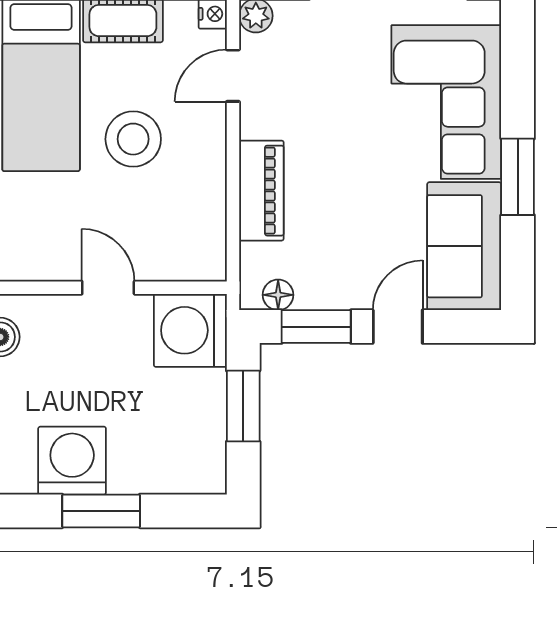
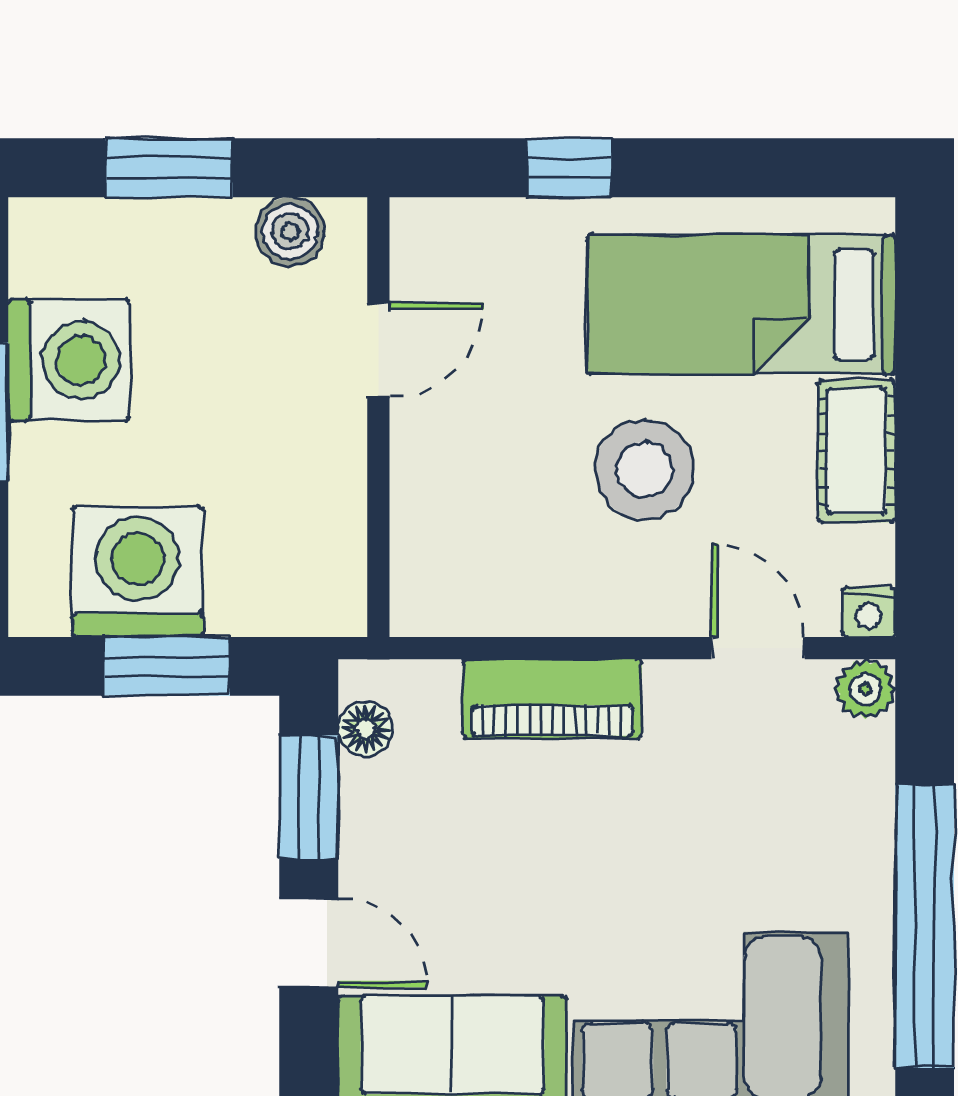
door: (108, 288) -> (378, 350), moved
washing machine: (190, 330) -> (138, 572), moved

